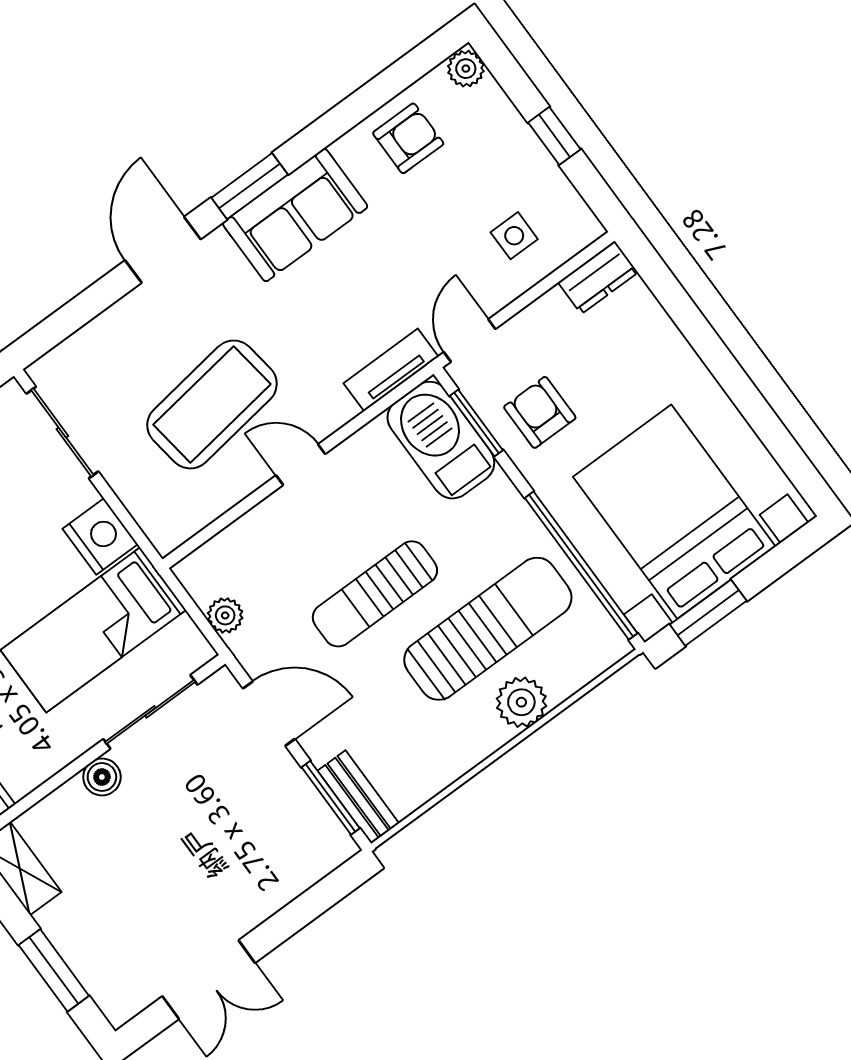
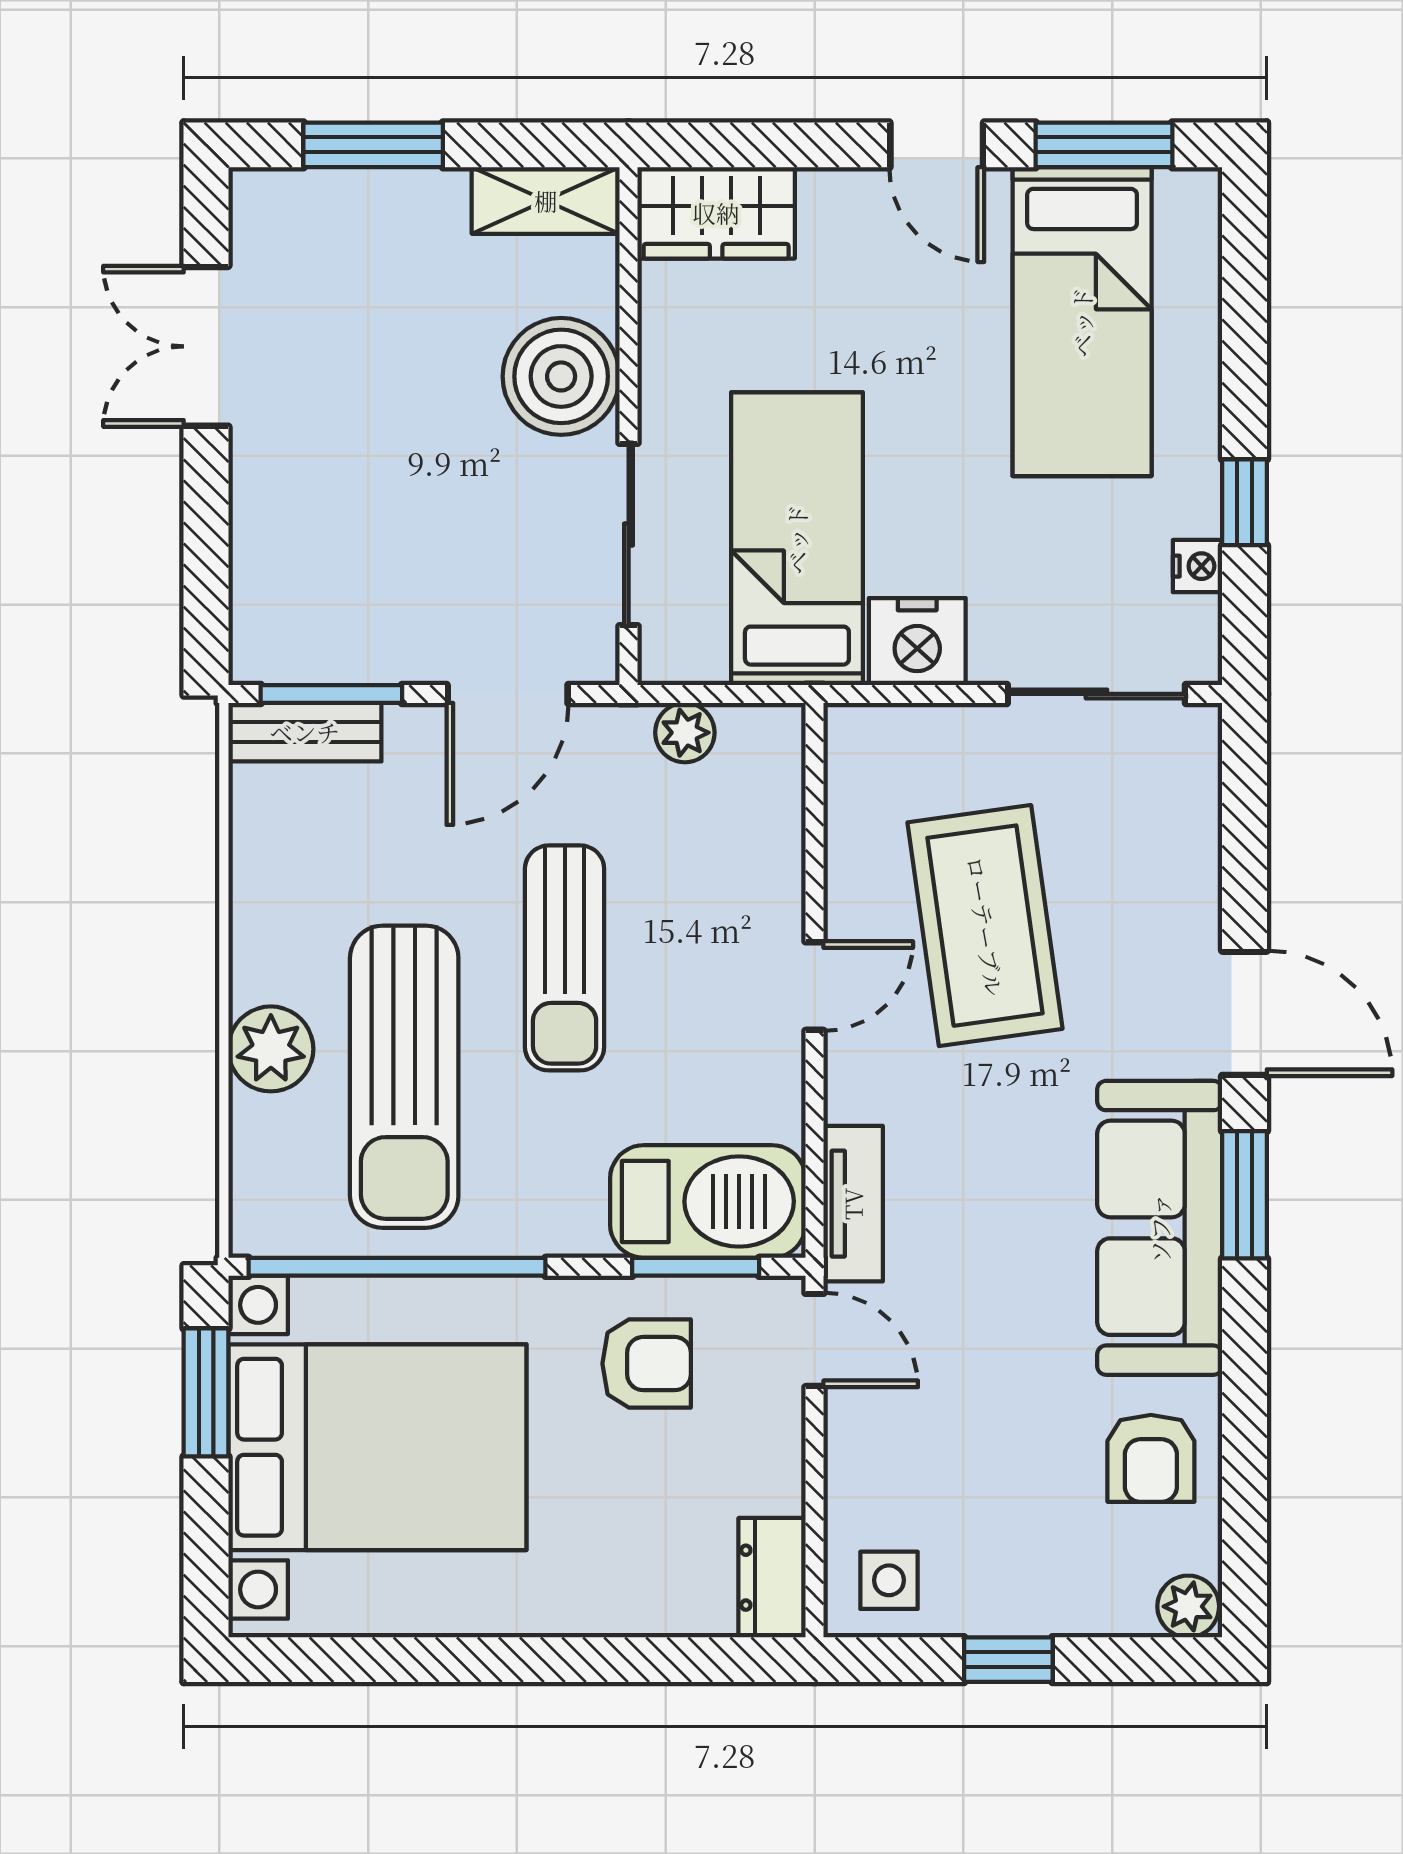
sofa: (295, 215) -> (1160, 1228), width x1.36
side table: (514, 236) -> (889, 1580), moved
sun lounger: (375, 594) -> (565, 958), turned 180
boiler: (102, 777) -> (561, 376), width x1.86, depth x1.86

